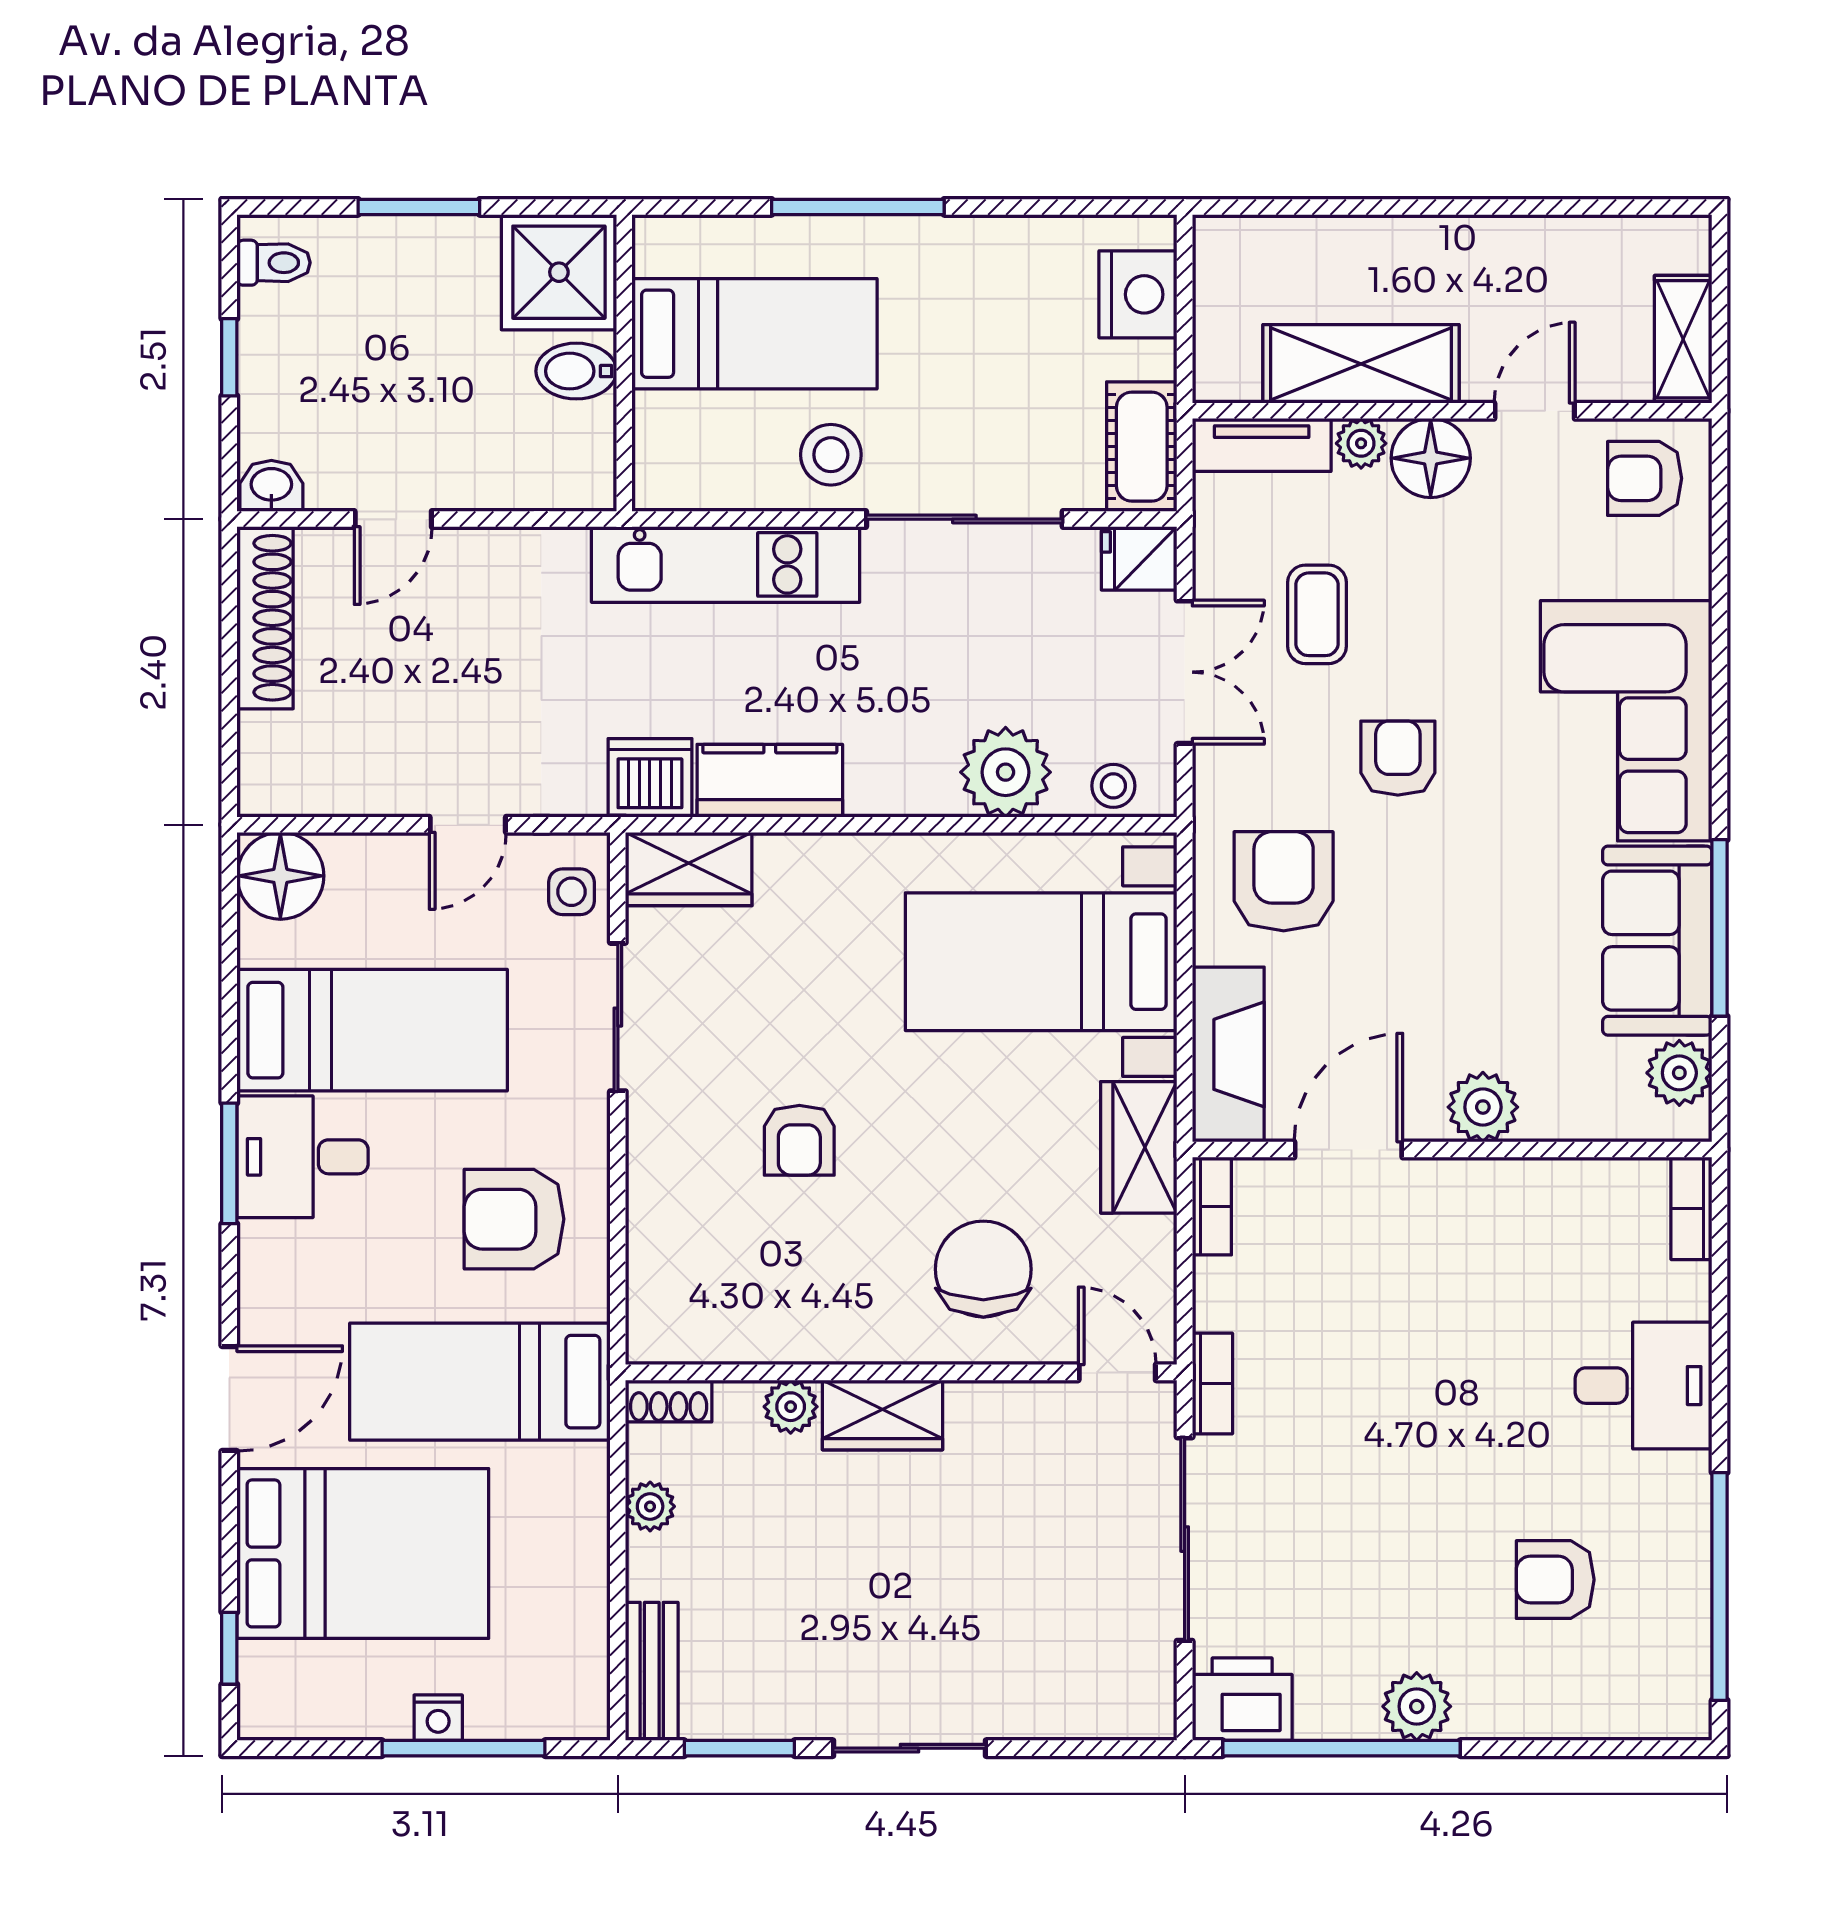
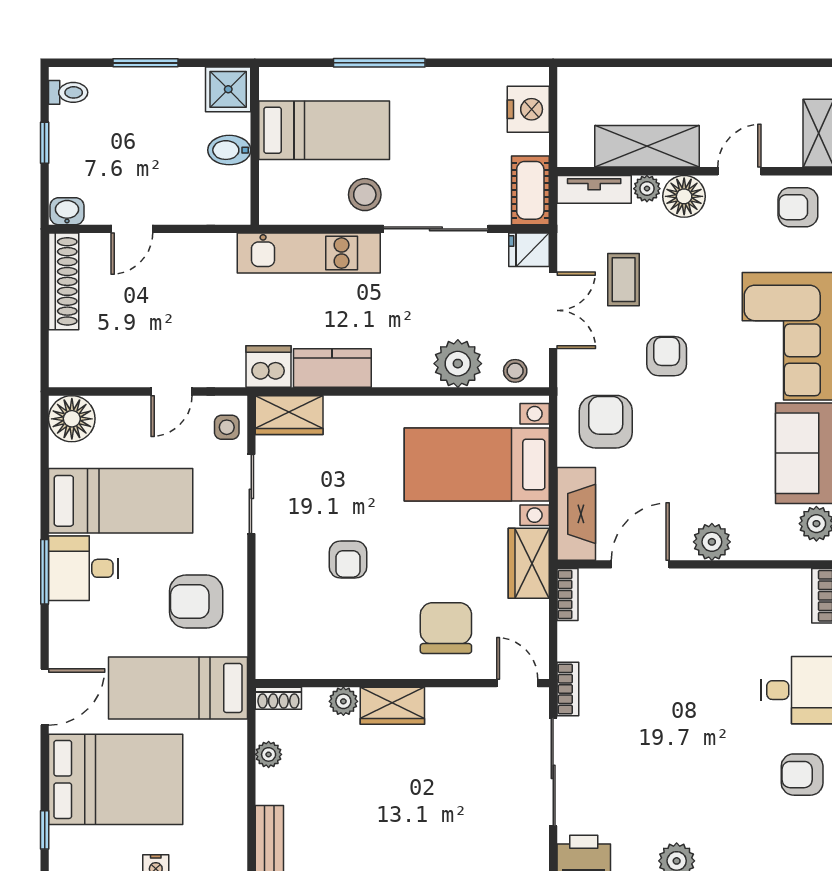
shower: (559, 272) -> (228, 89), width x0.73, depth x0.73
armchair: (1555, 1580) -> (802, 775), moved

